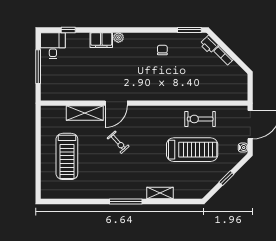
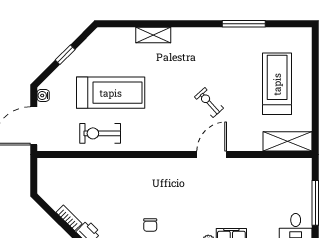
shelving: (85, 113) -> (287, 141), moved
exercise bike: (200, 119) -> (100, 133), turned 180
treadmill: (192, 150) -> (111, 93), turned 180
window: (126, 201) -> (244, 24), moved

